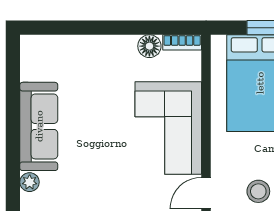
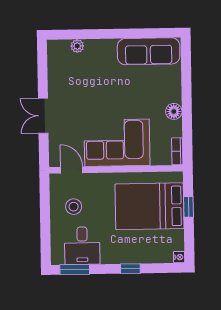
floor lamp: (149, 46) -> (174, 111), moved
sofa: (39, 126) -> (149, 51), moved

